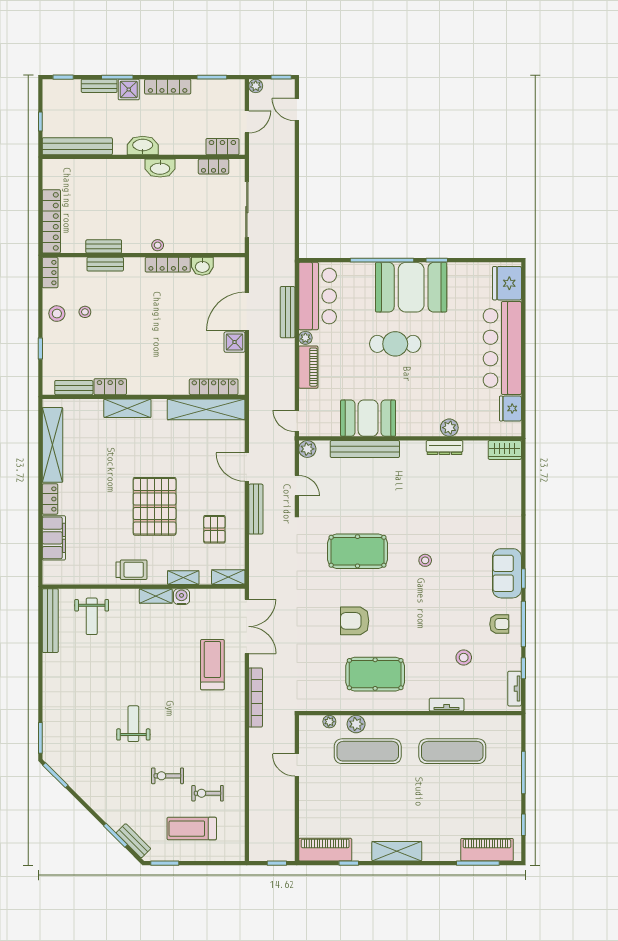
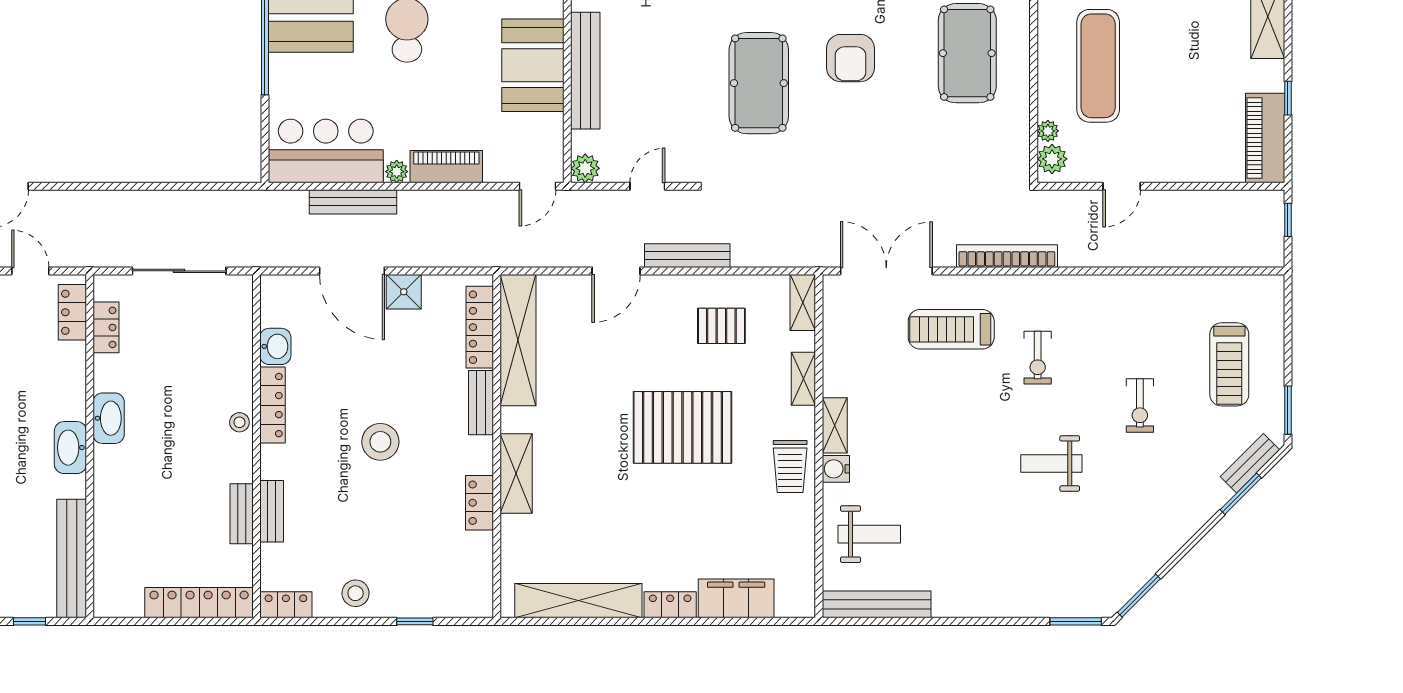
stool: (85, 312) -> (380, 442), moved, width x1.89, depth x1.89
bench: (74, 388) -> (481, 403), moved
trolley: (132, 570) -> (790, 467), turned 180
water cooler: (181, 597) -> (836, 469), moved
armchair: (355, 621) -> (850, 58), moved
plant: (356, 724) -> (1052, 159), moved
exercise bike: (208, 793) -> (1038, 358), moved

